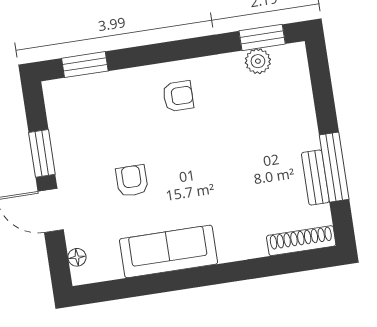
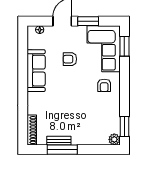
plant: (258, 61) -> (114, 139), moved
corner sofa: (97, 110) -> (104, 49), added
armchair: (132, 181) -> (70, 59), turned 180

